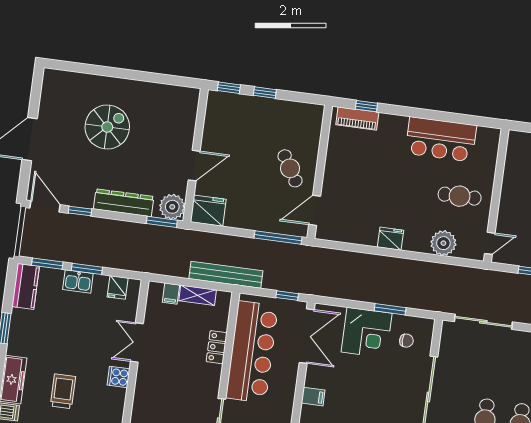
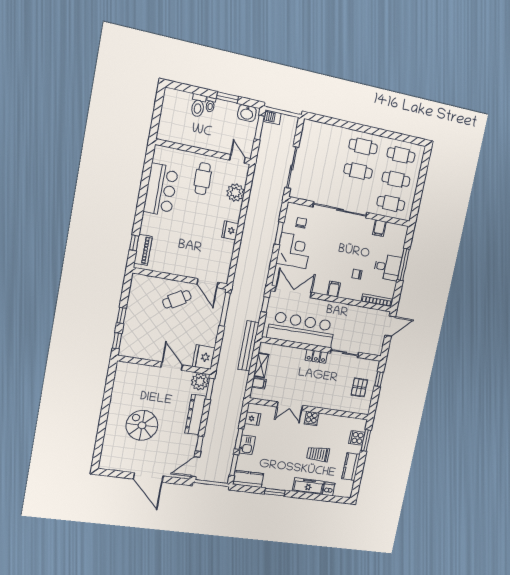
locker: (217, 347) -> (316, 356), moved

